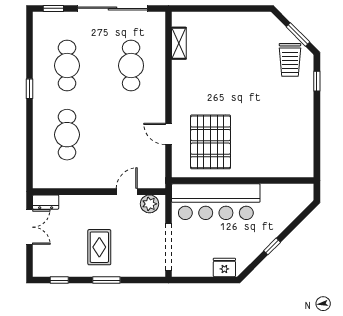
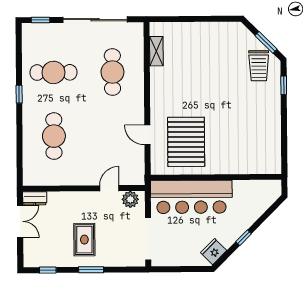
cafe table: (67, 66) -> (53, 72), turned 90
fridge: (224, 267) -> (214, 252), moved, turned -45

